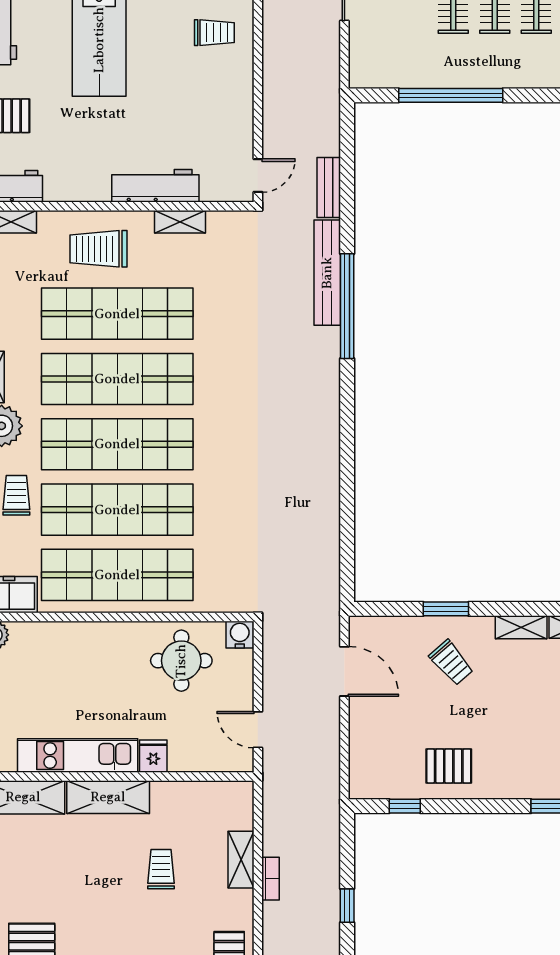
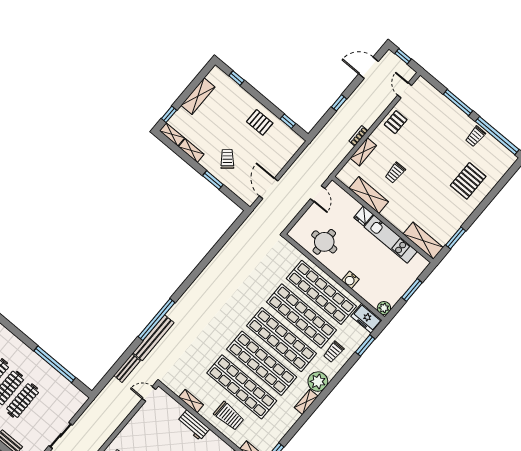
workbench: (155, 186) -> (193, 425), width x0.73
water cooler: (240, 635) -> (350, 280), moved
shelving: (108, 797) -> (369, 195), moved

